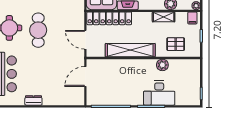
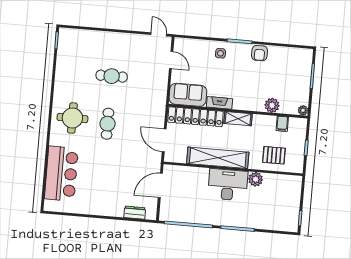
shelving: (164, 17) -> (238, 119), moved
filing cabinet: (192, 18) -> (282, 124), moved
cafe table: (38, 30) -> (108, 124), width x0.73, depth x0.74
desk: (159, 93) -> (228, 185), moved, turned 180
dresser: (33, 100) -> (135, 213), moved

